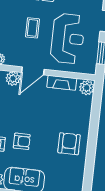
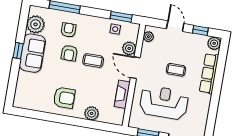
reception desk: (68, 38) -> (164, 102), turned 180
plant: (87, 88) -> (92, 113), moved
coffee table: (28, 116) -> (93, 61), added

